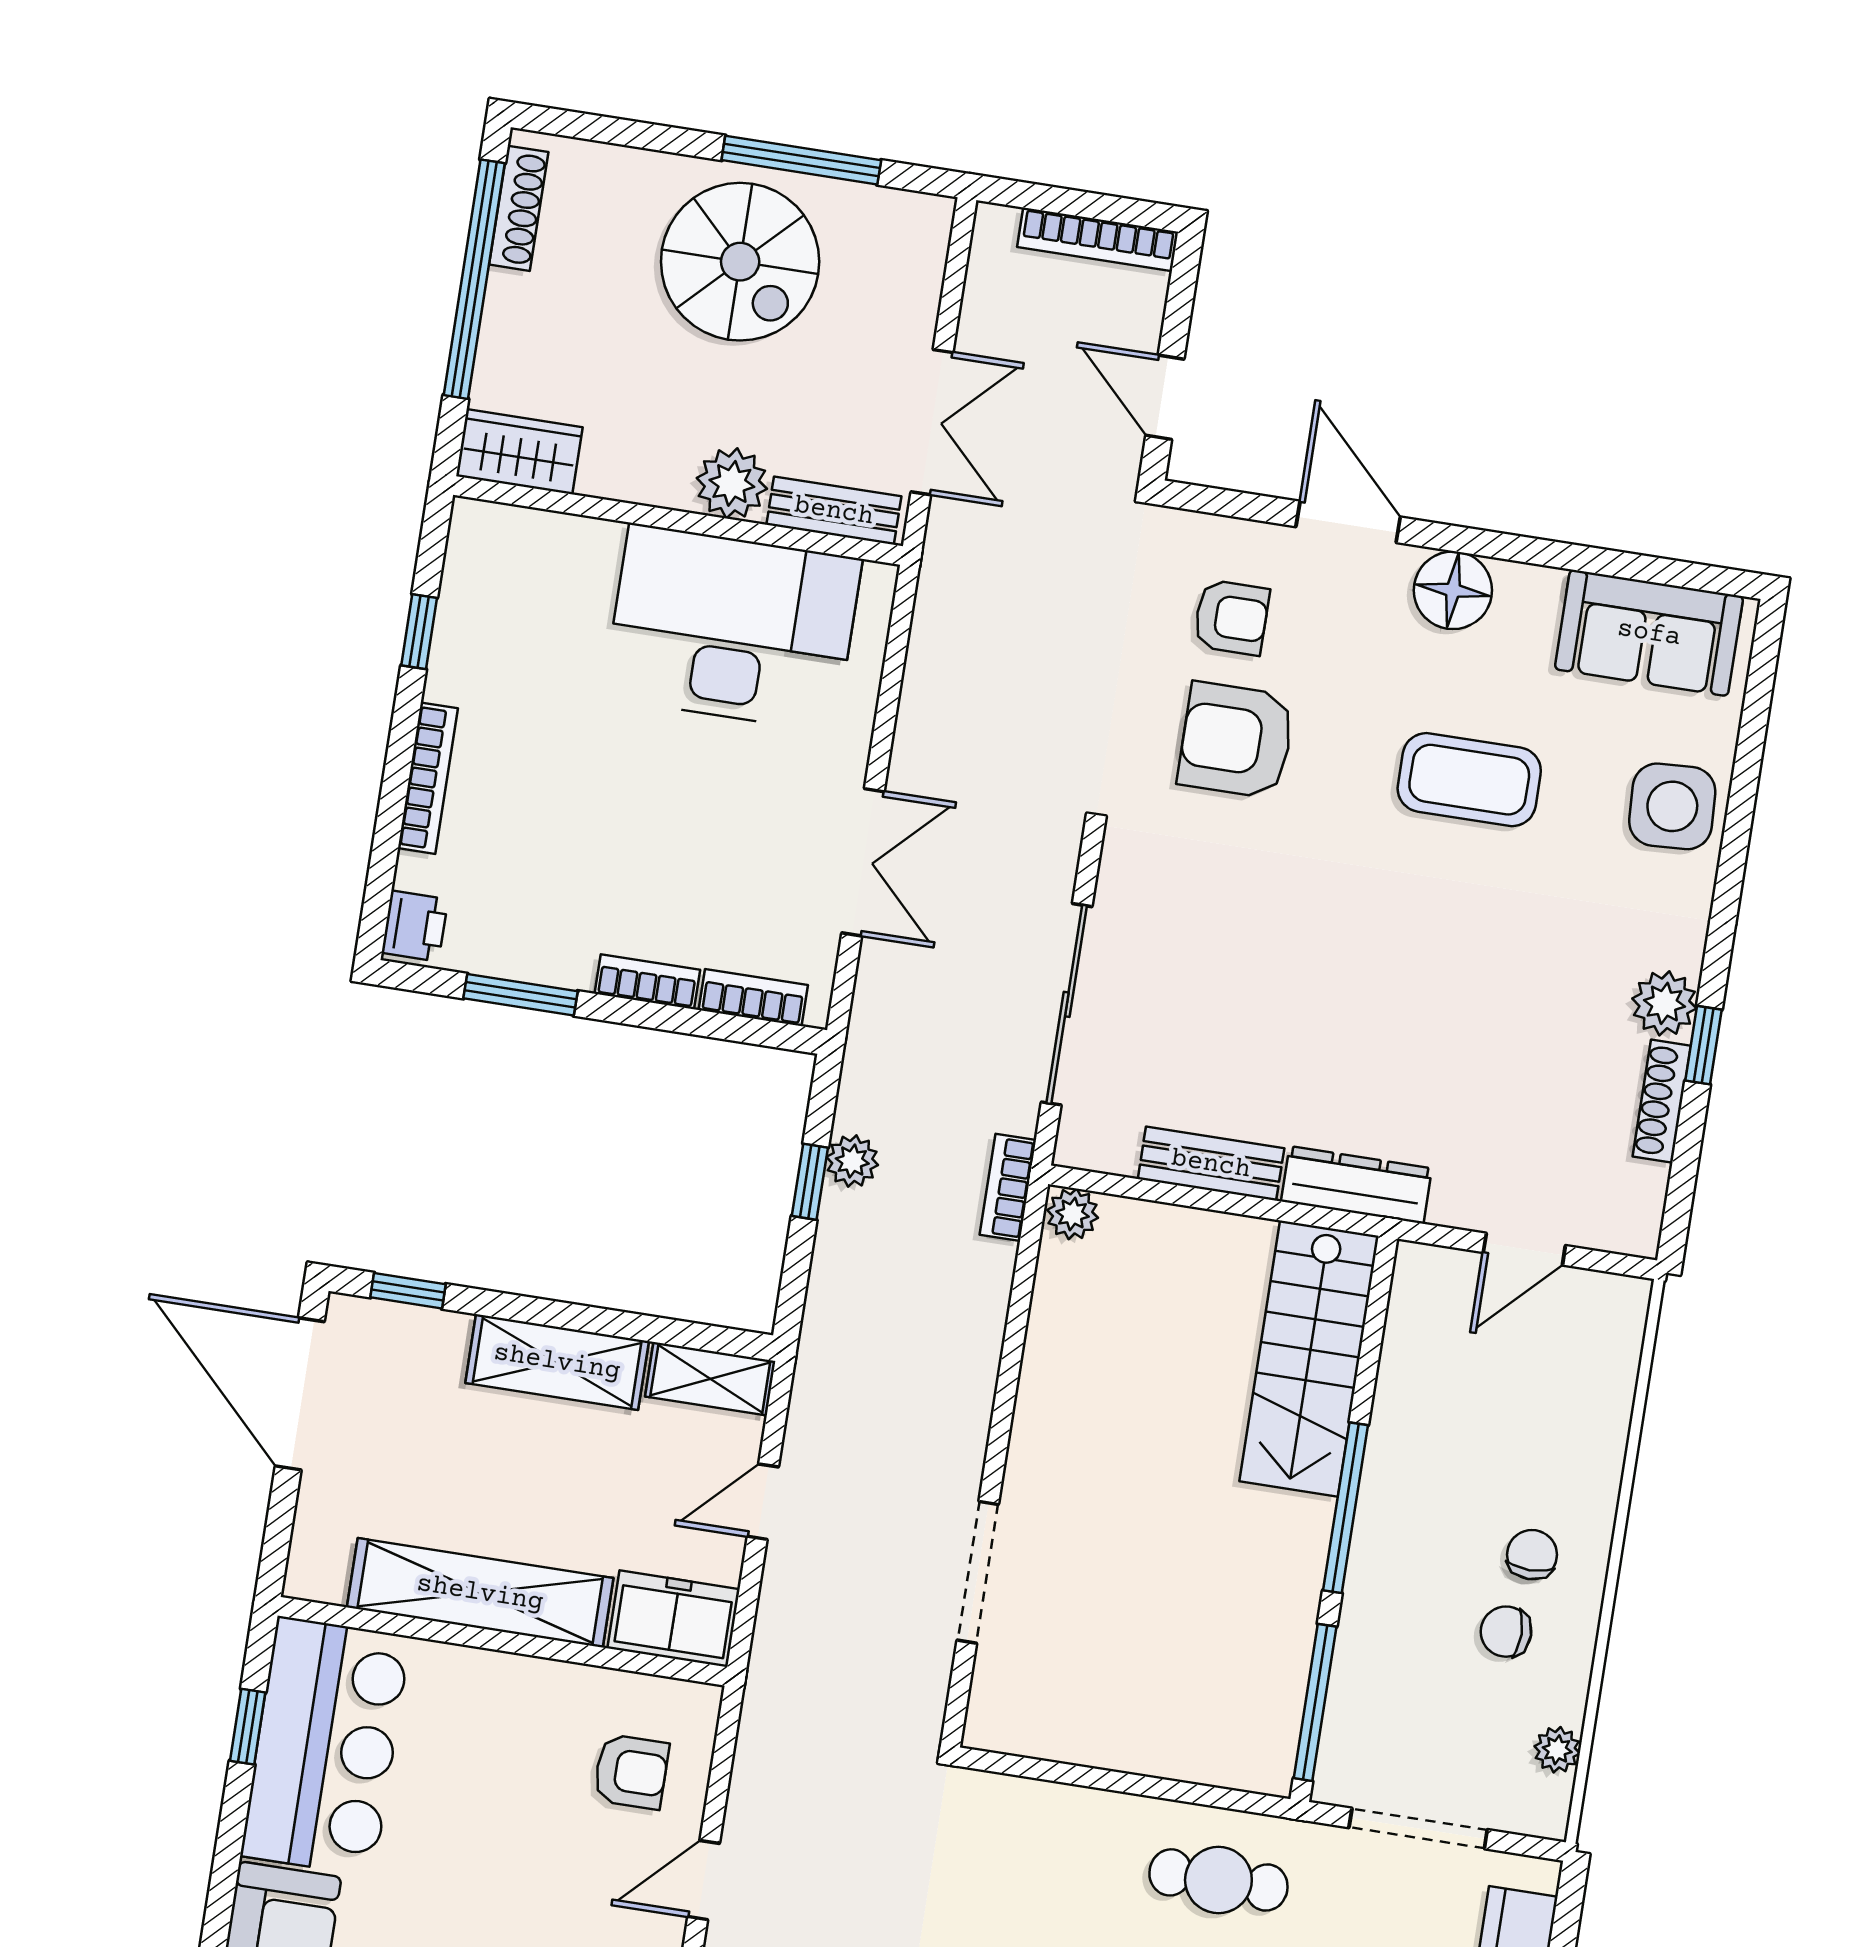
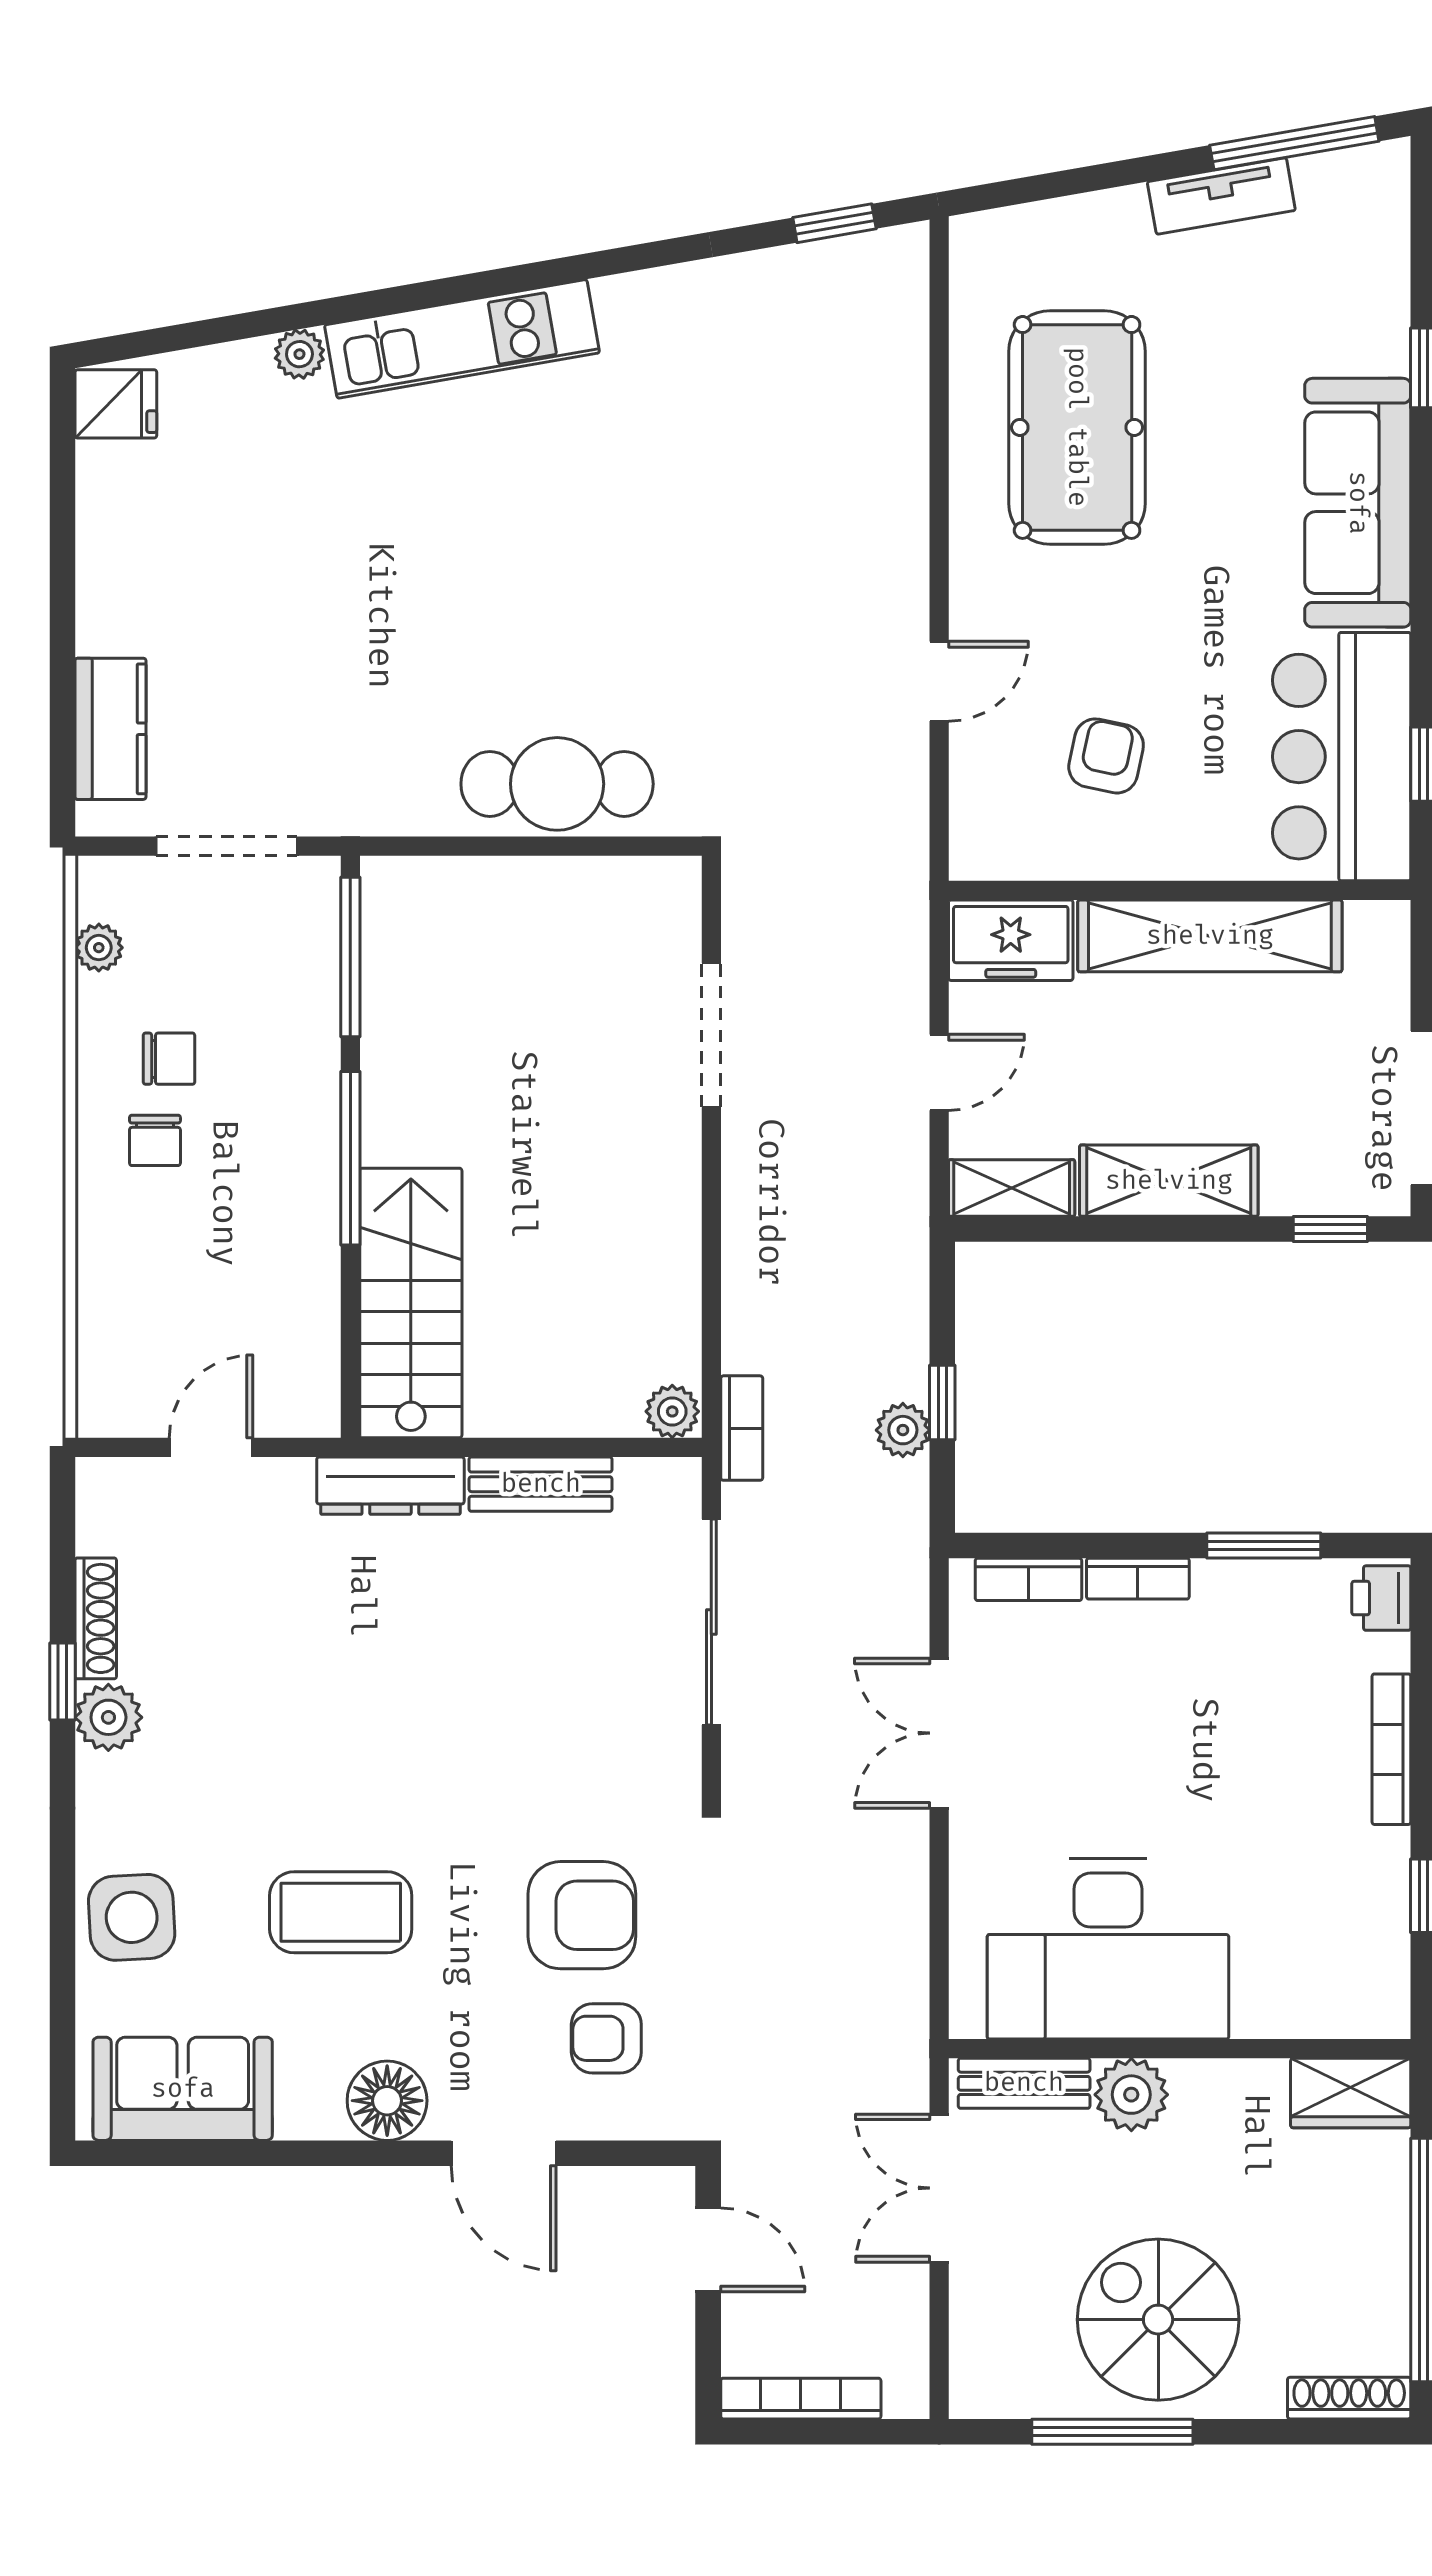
shoe rack: (519, 208) -> (1349, 2398), moved, turned 90
armchair: (631, 1772) -> (1106, 756), moved, turned 102
cafe table: (1218, 1880) -> (557, 784), moved, width x1.37, depth x1.35

